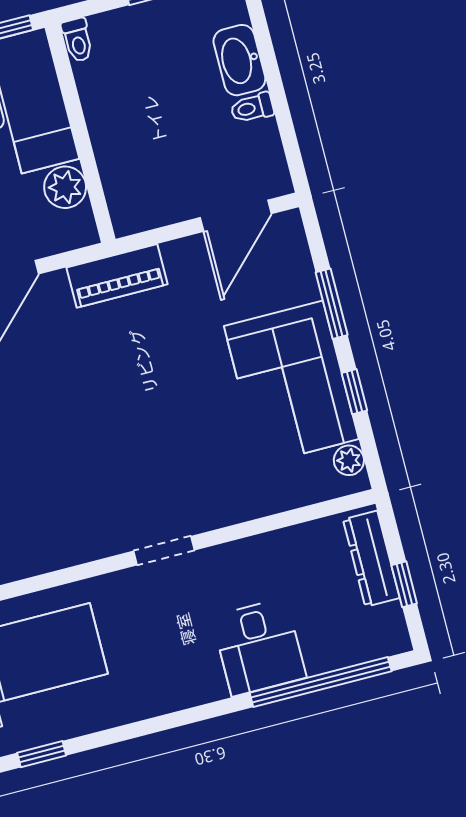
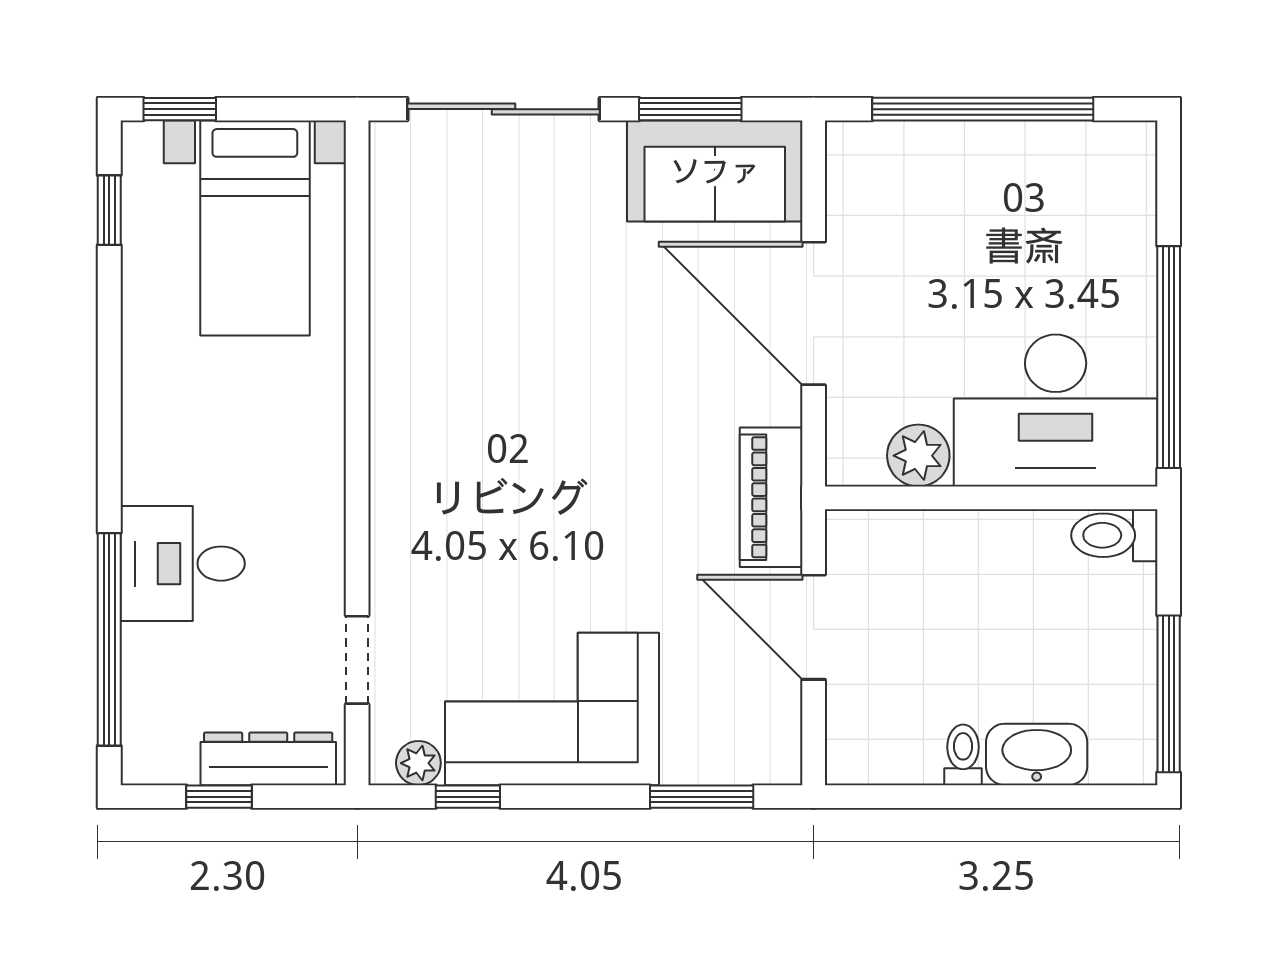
toilet: (77, 40) -> (1114, 535), width x1.37, depth x1.39
door: (236, 216) -> (814, 627), moved
window: (332, 304) -> (702, 797), moved
window: (354, 392) -> (468, 797), moved
doorway: (164, 551) -> (357, 660), moved

